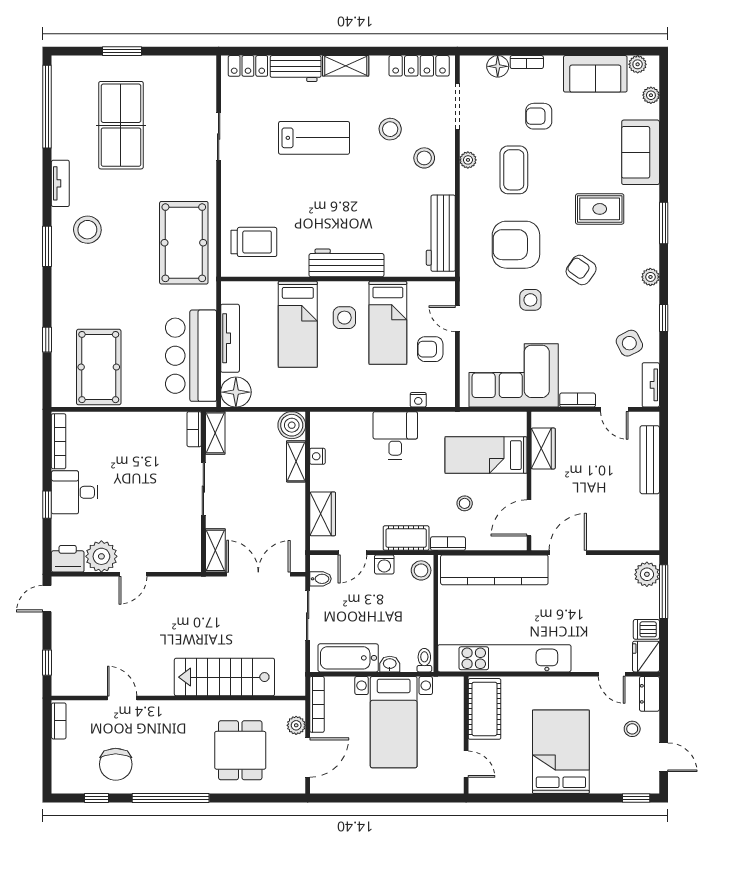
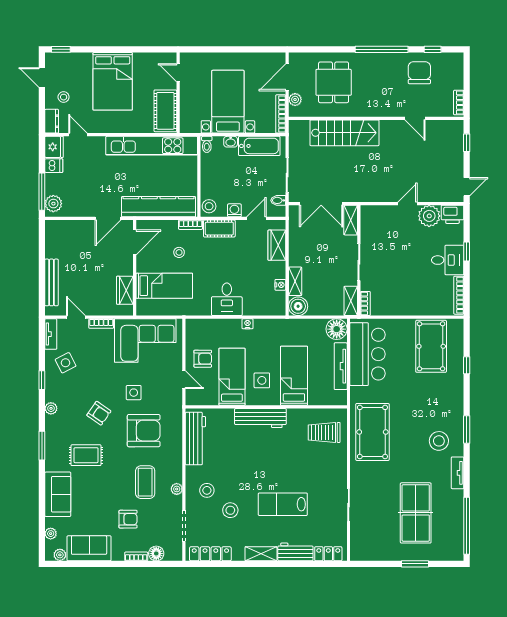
nightstand: (418, 400) -> (247, 324), moved

